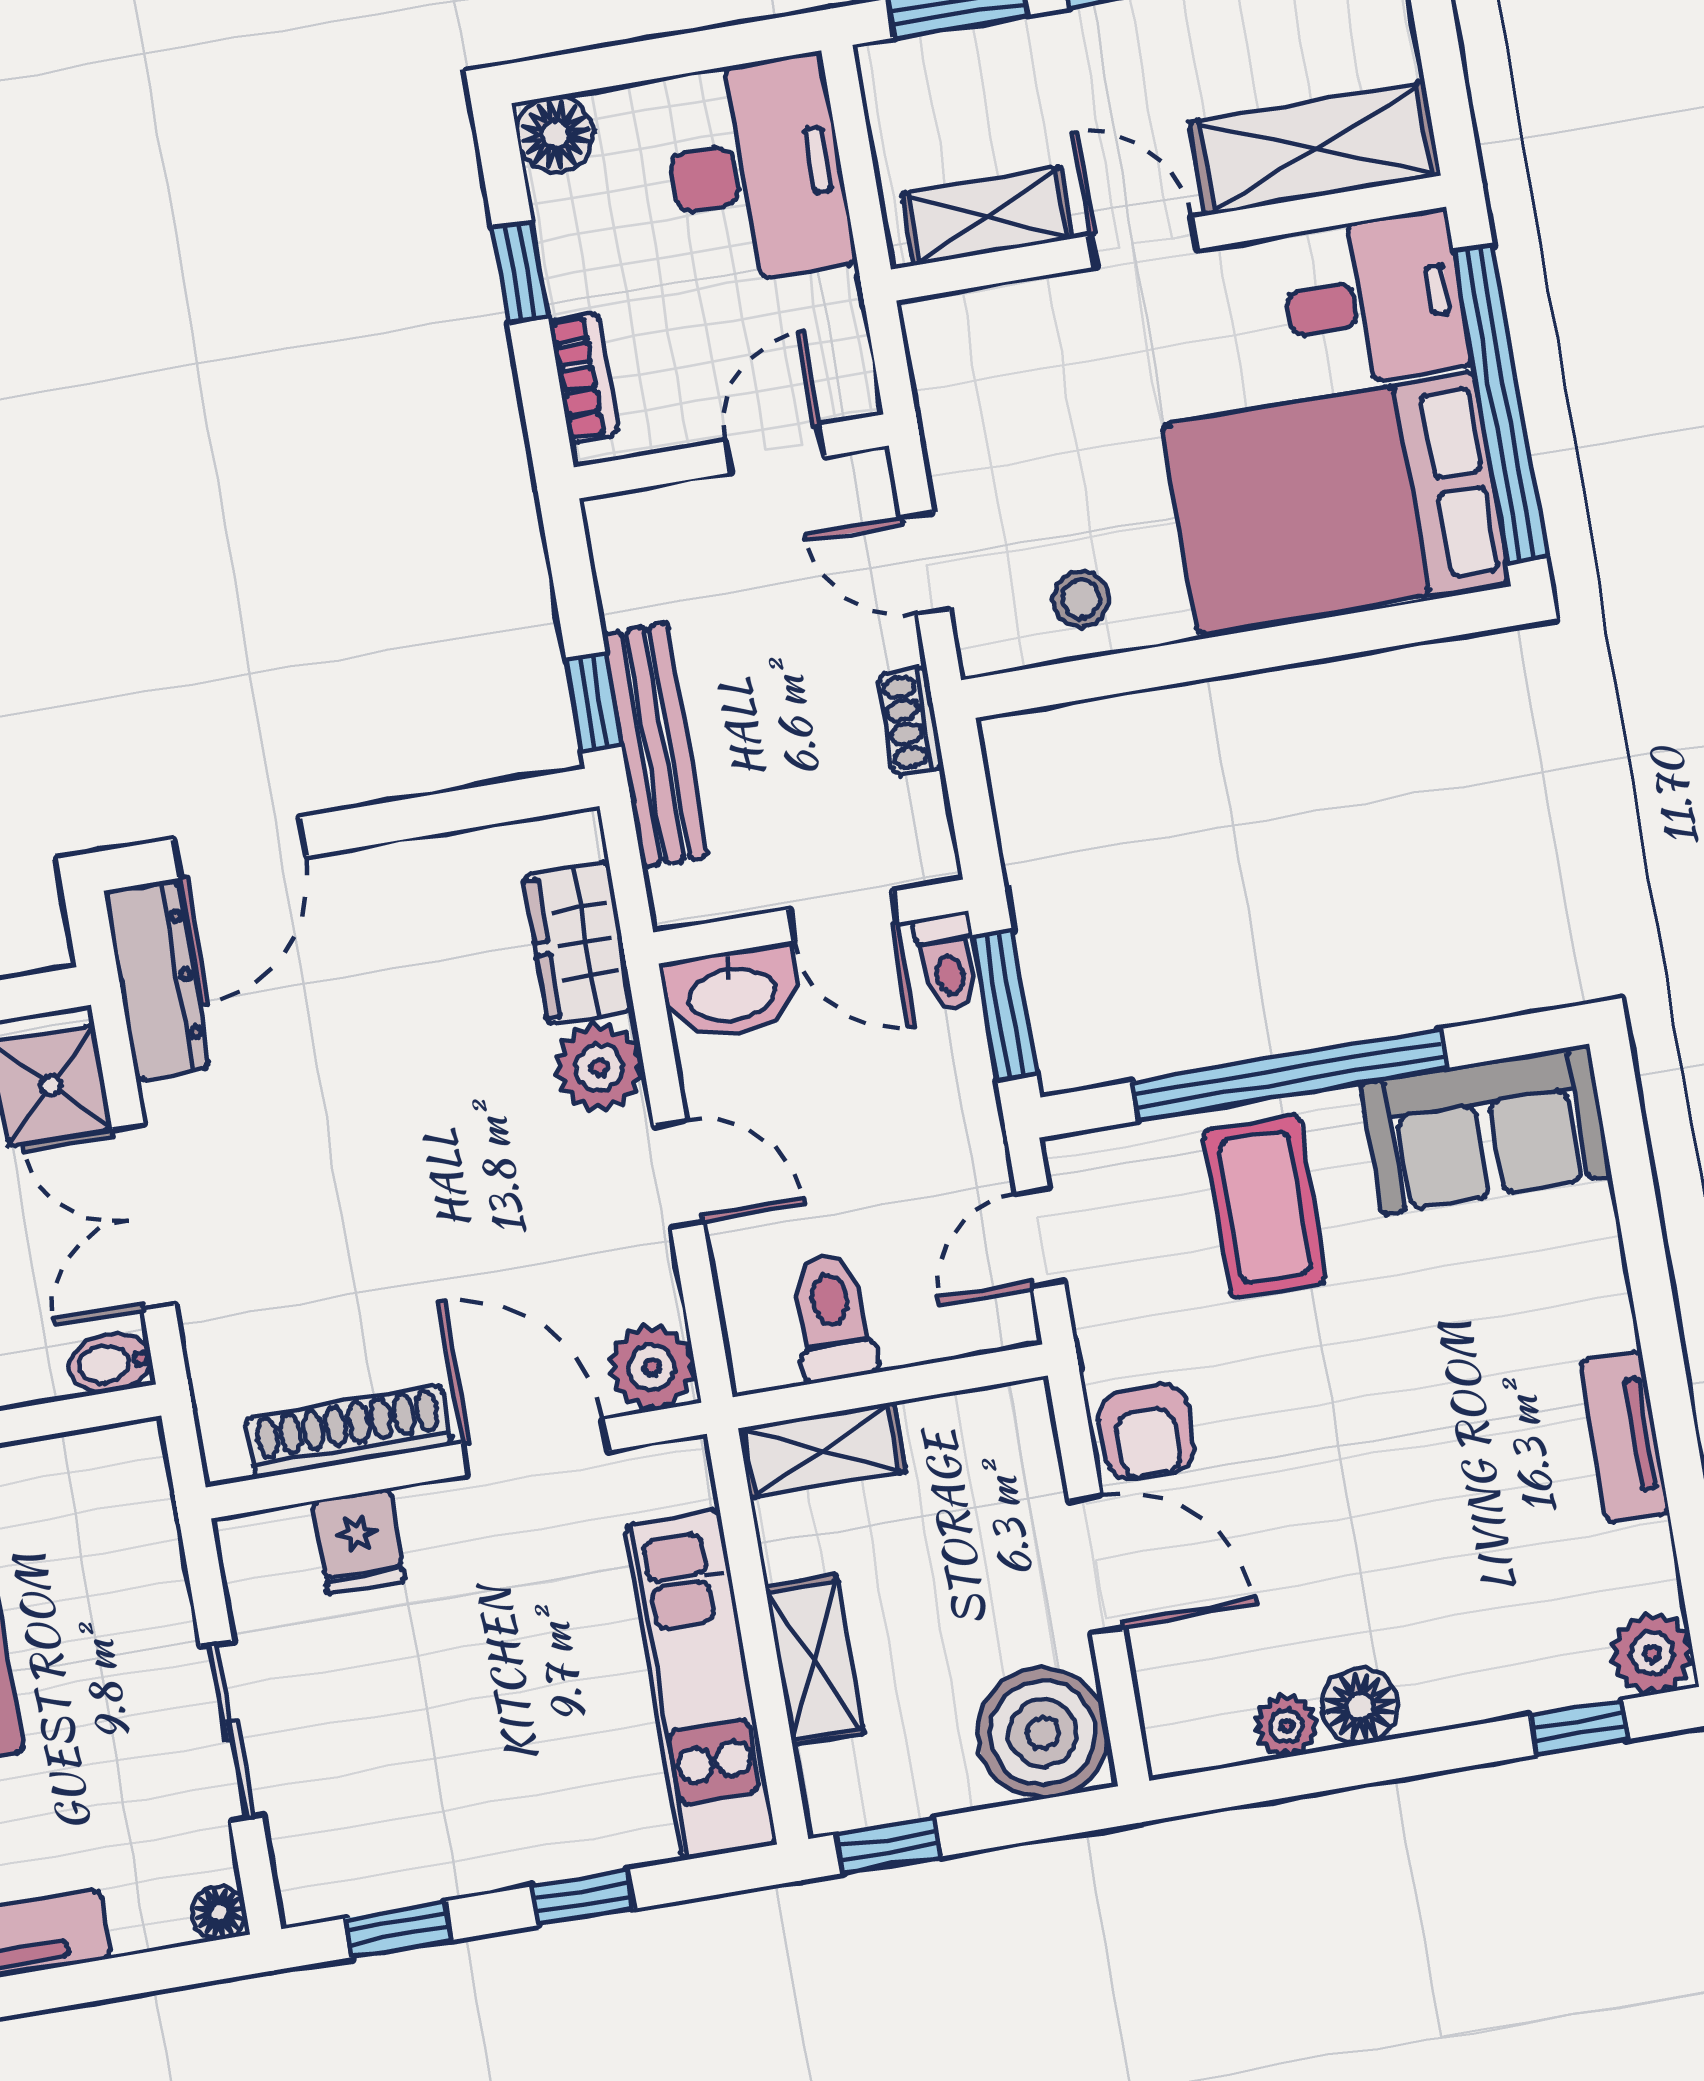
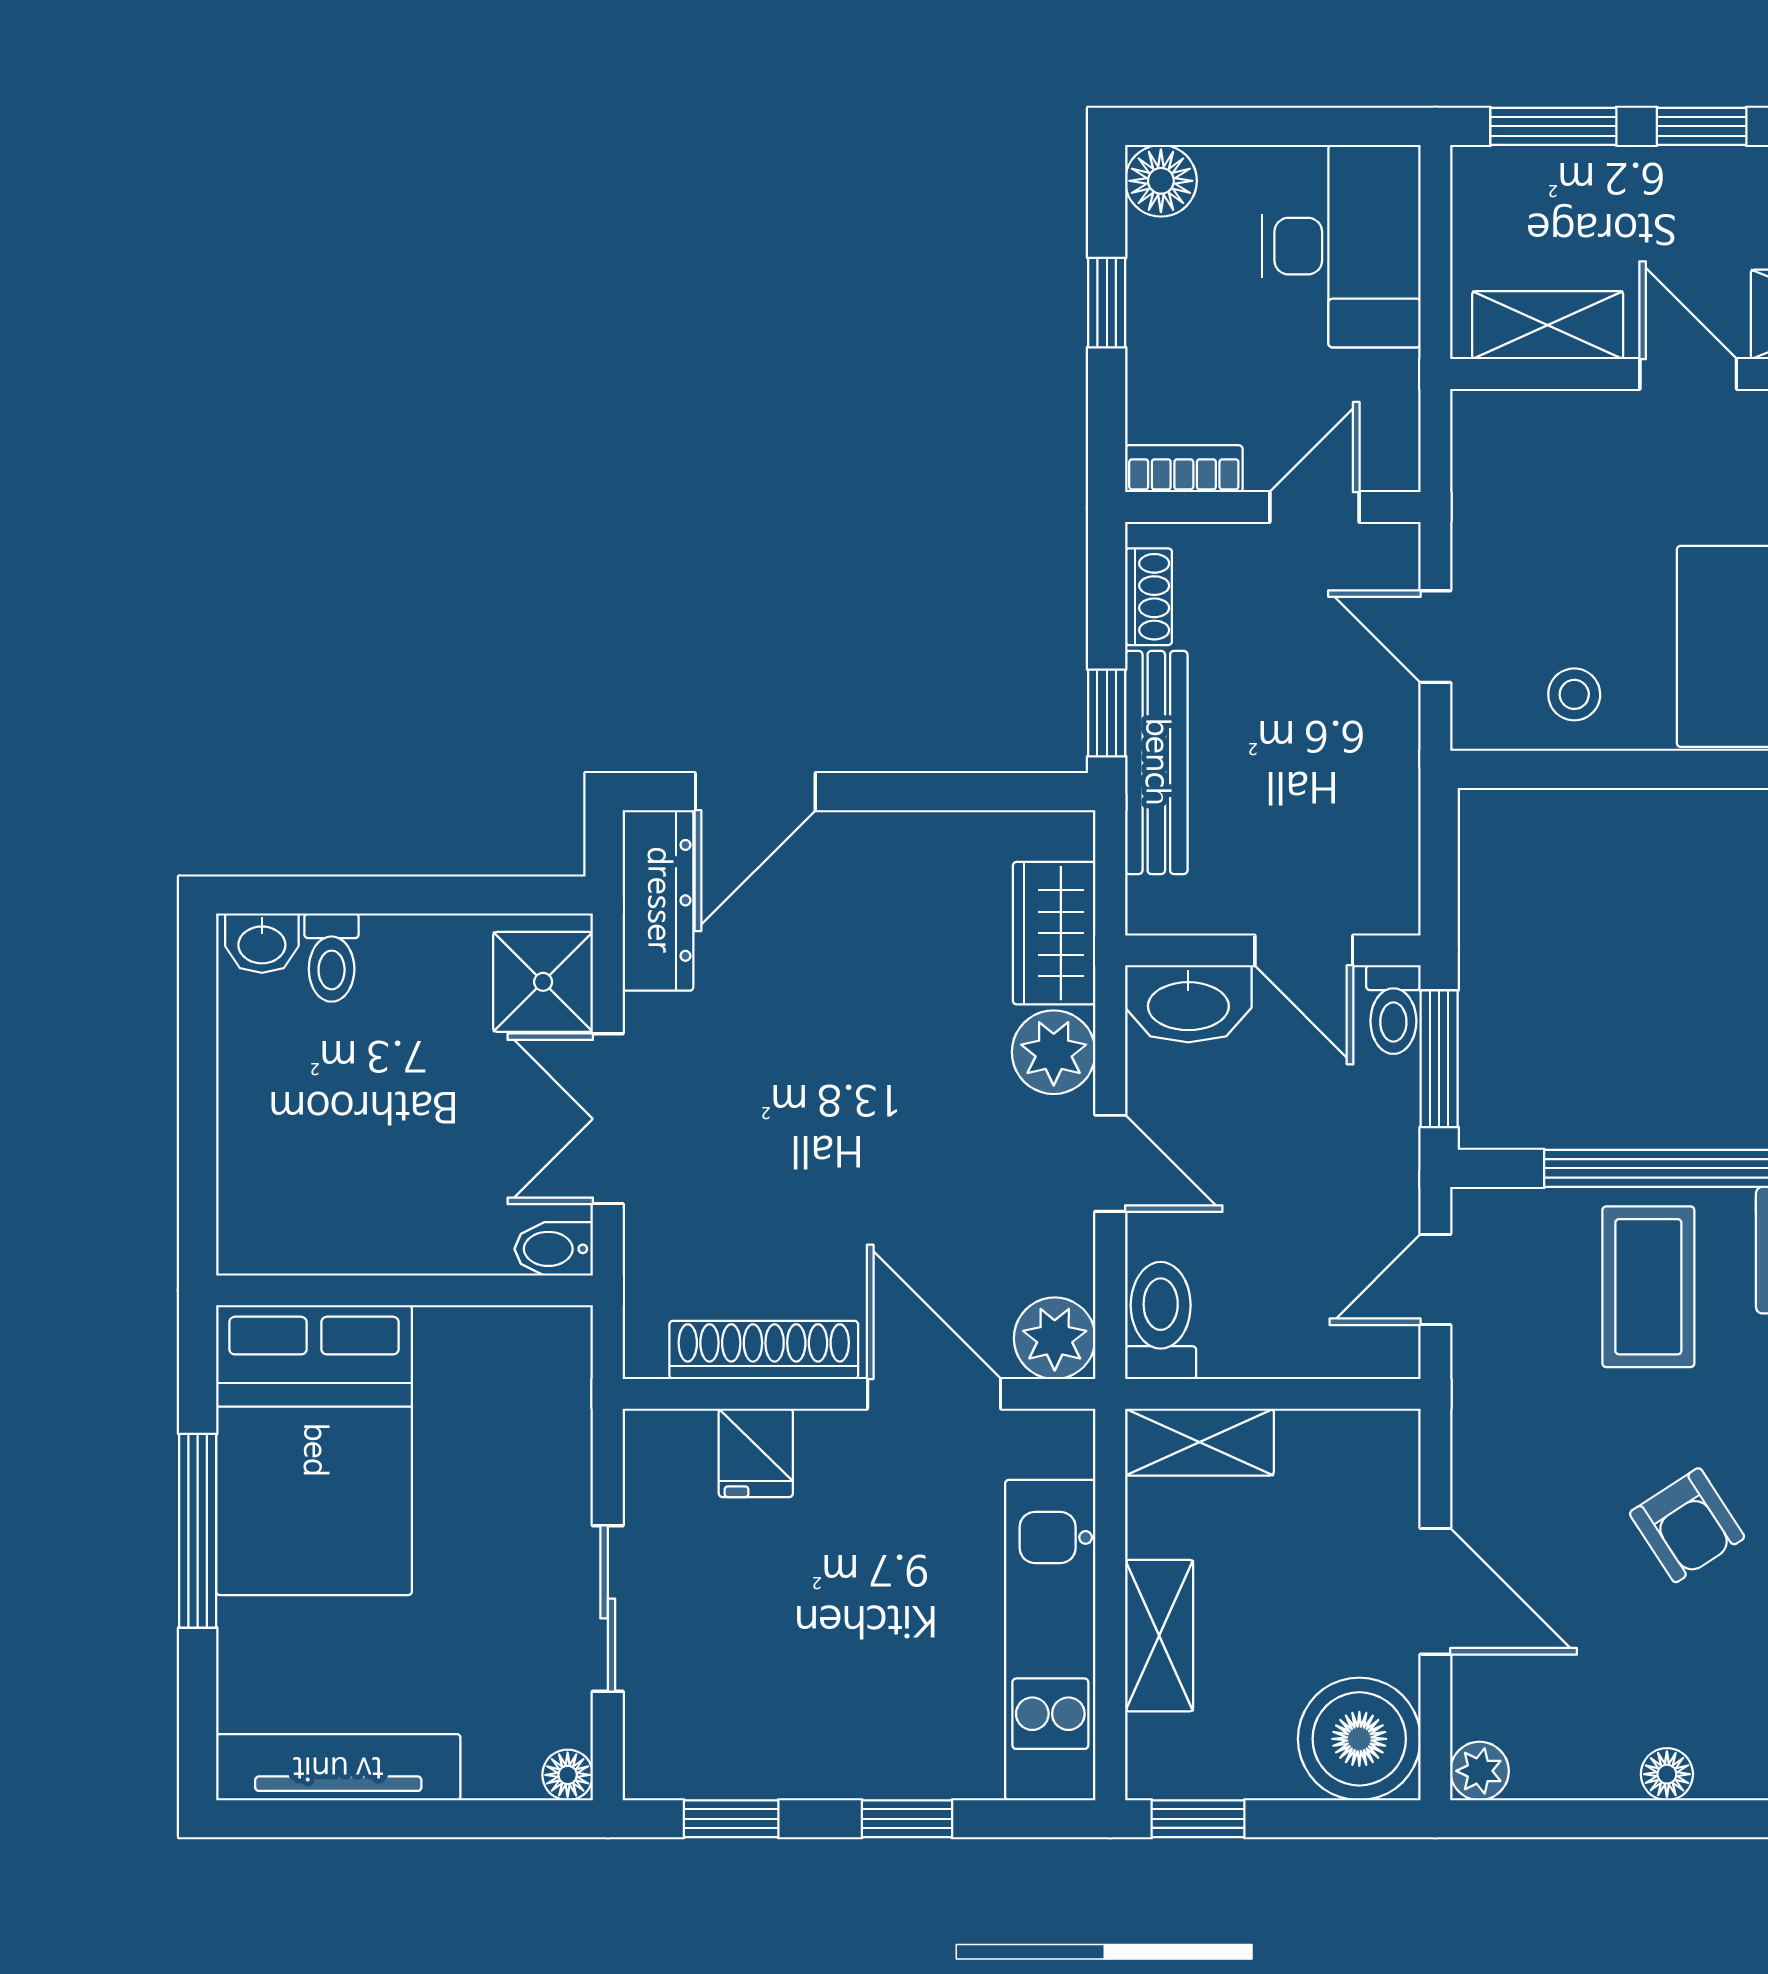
bookcase: (584, 378) -> (1184, 469), moved, turned -90
shoe rack: (911, 721) -> (1149, 597), moved, turned 180
toilet: (833, 1317) -> (1161, 1320), moved
armchair: (1147, 1432) -> (1687, 1525), moved, turned -33
floor lamp: (1360, 1706) -> (1667, 1774), width x0.73, depth x0.73
plant: (1286, 1726) -> (1479, 1771), moved

